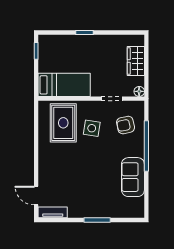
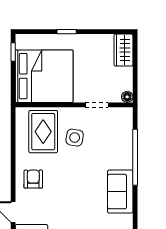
wardrobe: (136, 61) -> (123, 50), moved
bed: (64, 85) -> (44, 76), width x2.04
armchair: (126, 125) -> (33, 179), moved, turned 102

